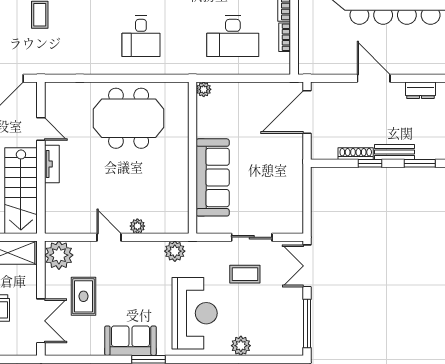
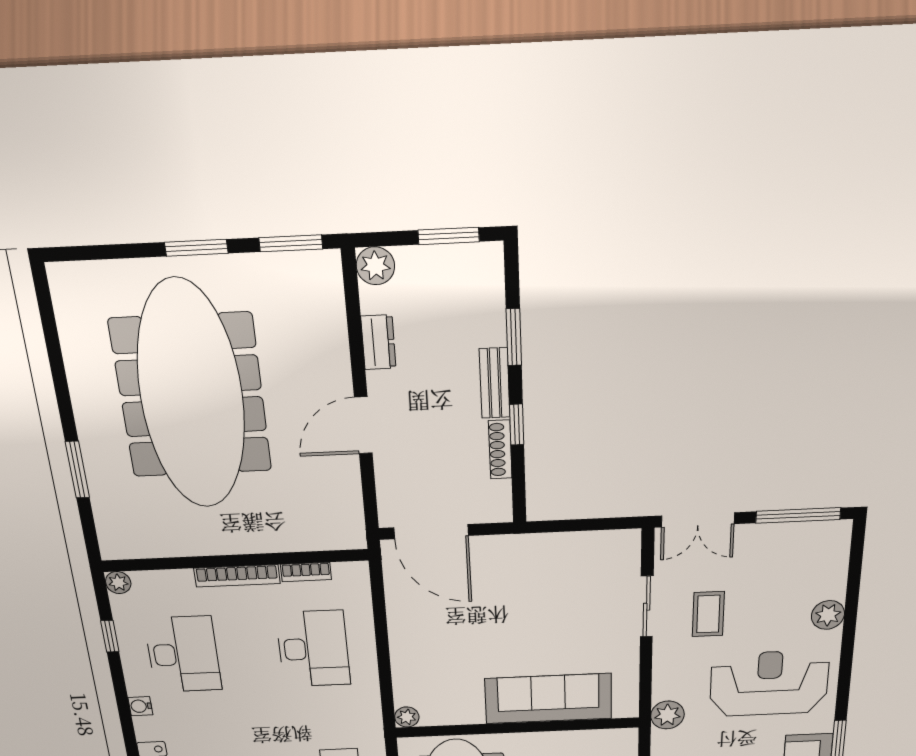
plant: (204, 89) -> (407, 717), moved
wall: (192, 158) -> (517, 727), moved
sofa: (213, 177) -> (548, 699), moved

